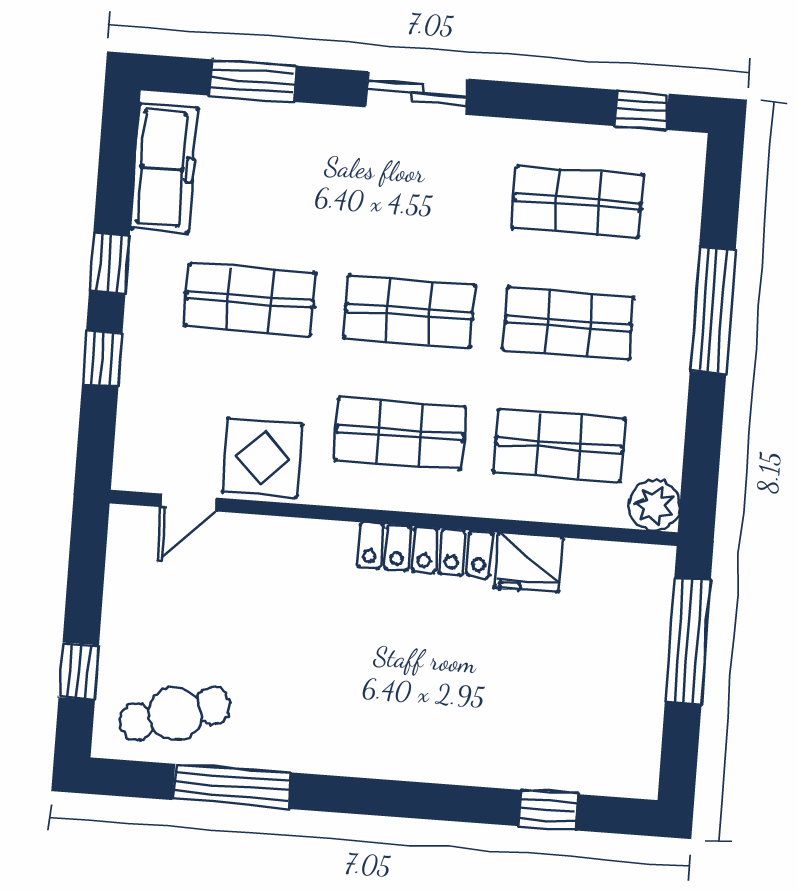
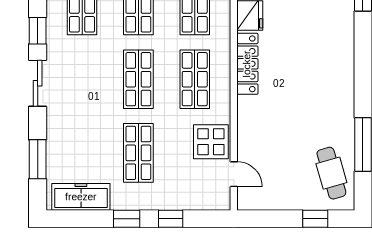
window: (531, 102) -> (38, 31), added

